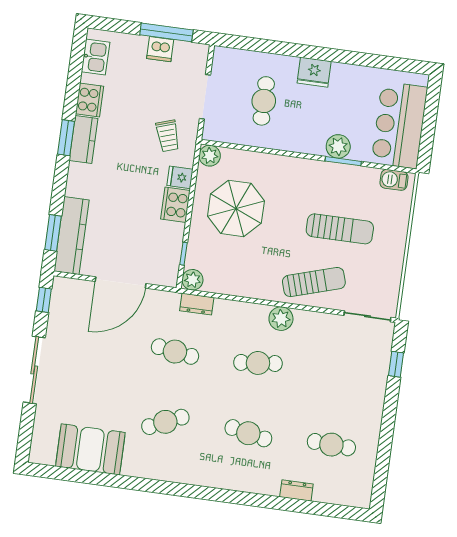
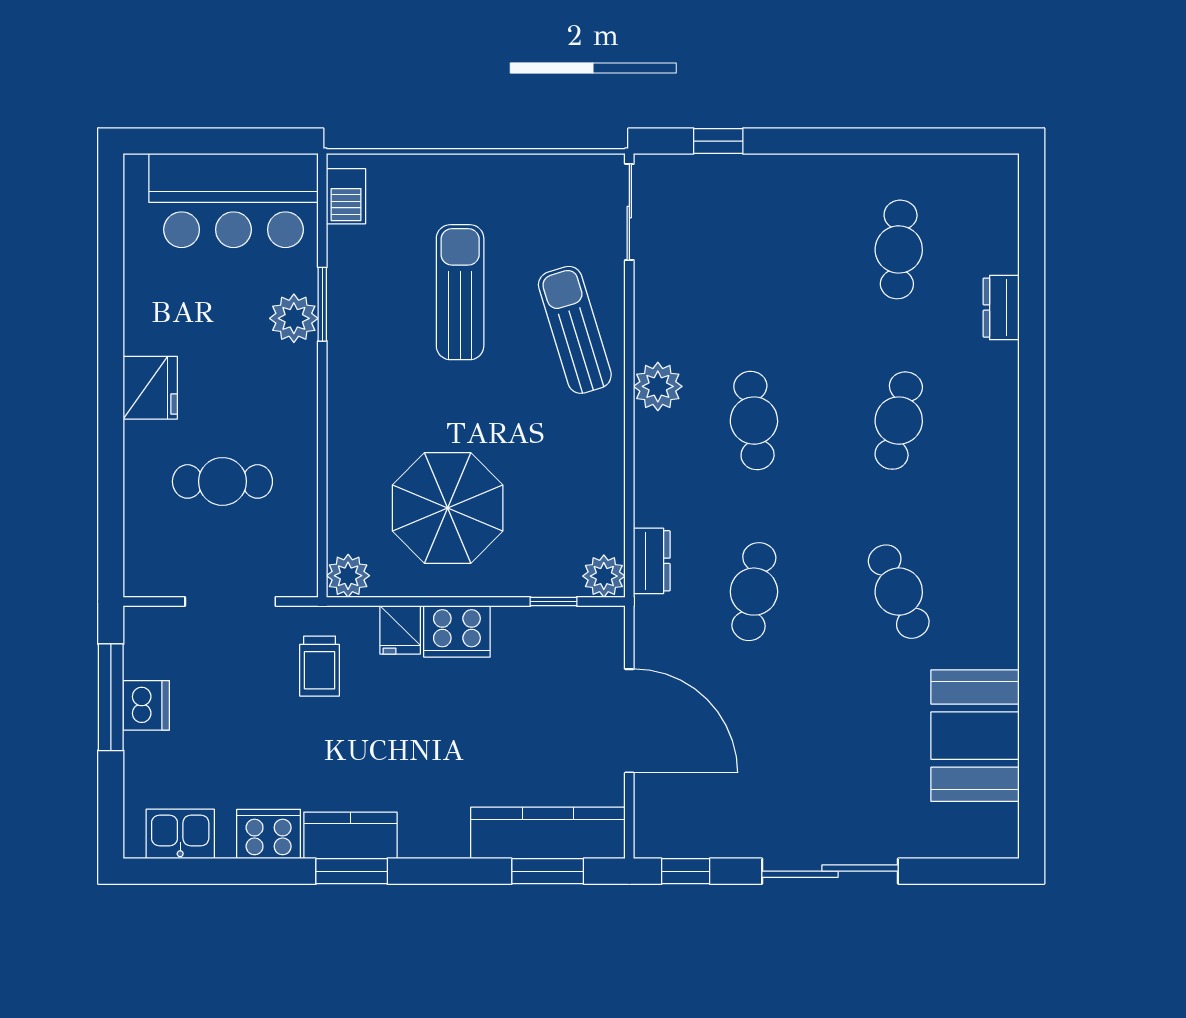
trolley: (168, 136) -> (320, 666), turned 108

